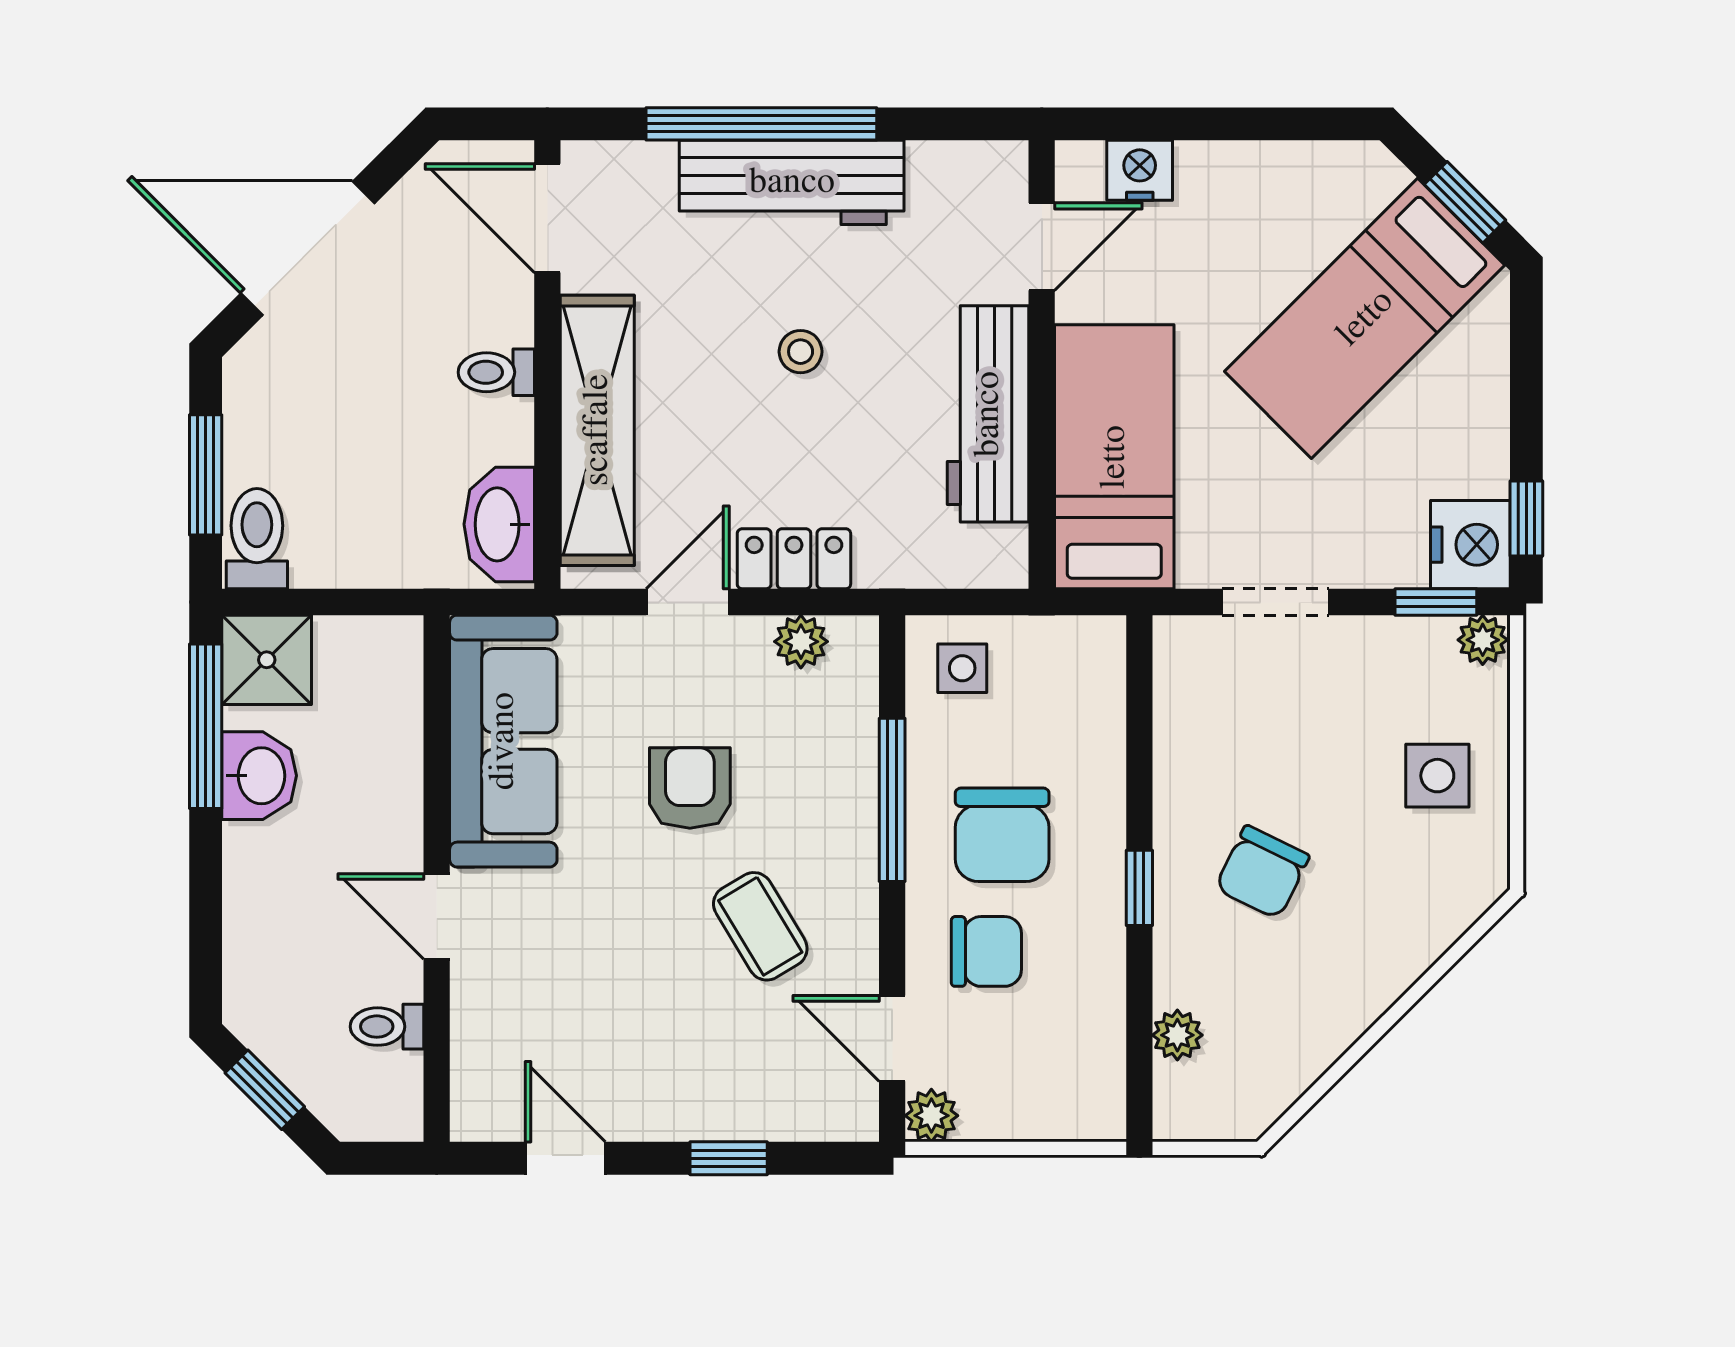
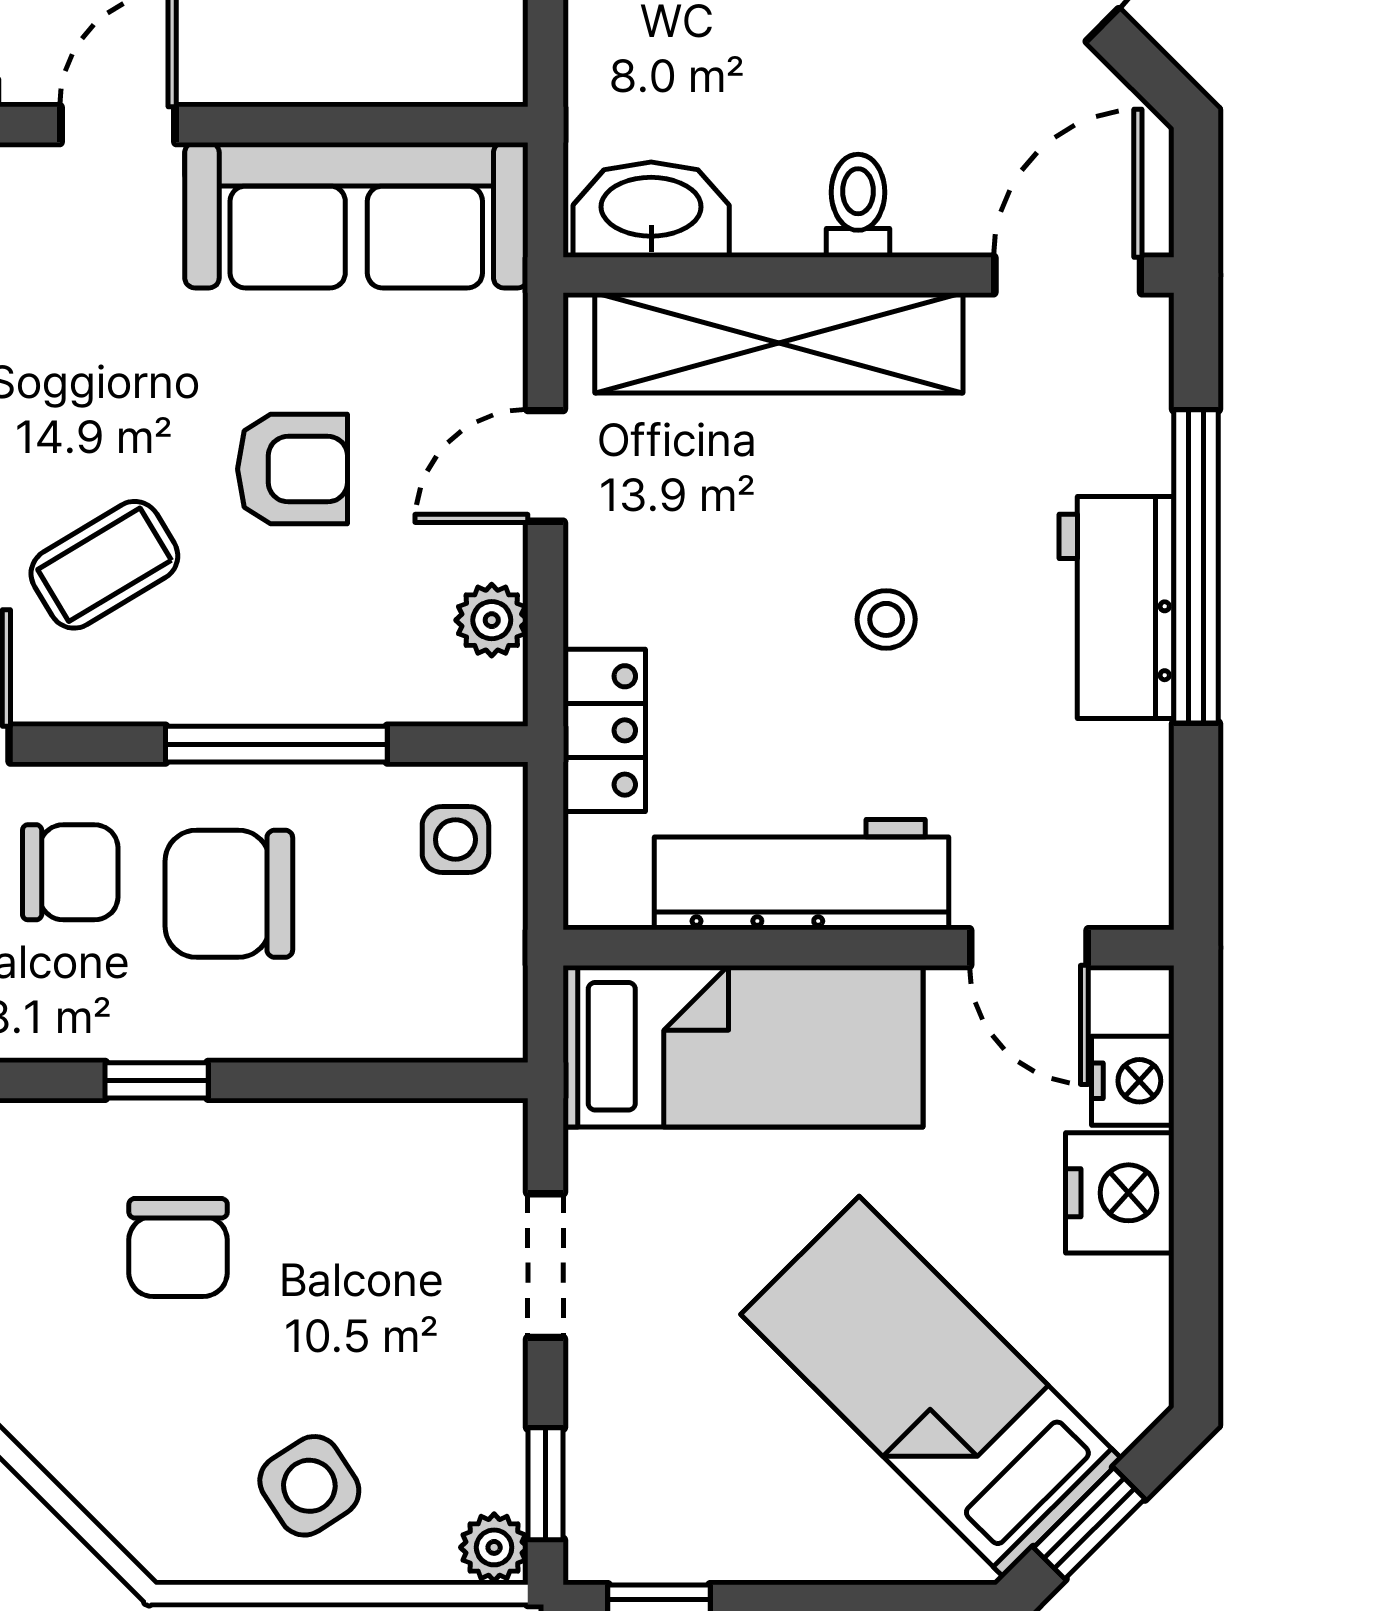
workbench: (792, 182) -> (1116, 607), width x0.73
nightstand: (1470, 545) -> (1120, 1193), moved, turned -90
locker: (794, 559) -> (604, 730), moved
door: (688, 602) -> (546, 466), swing flipped
side table: (1437, 776) -> (309, 1486), turned -33
chair: (1262, 872) -> (178, 1248), turned -116
chair: (986, 951) -> (70, 872), turned -90

